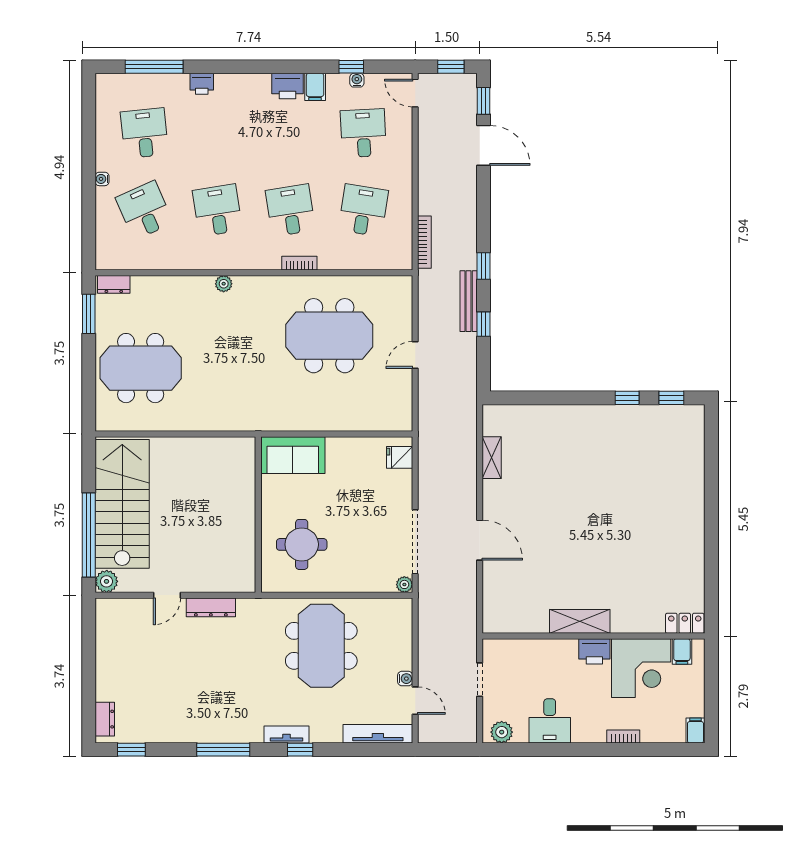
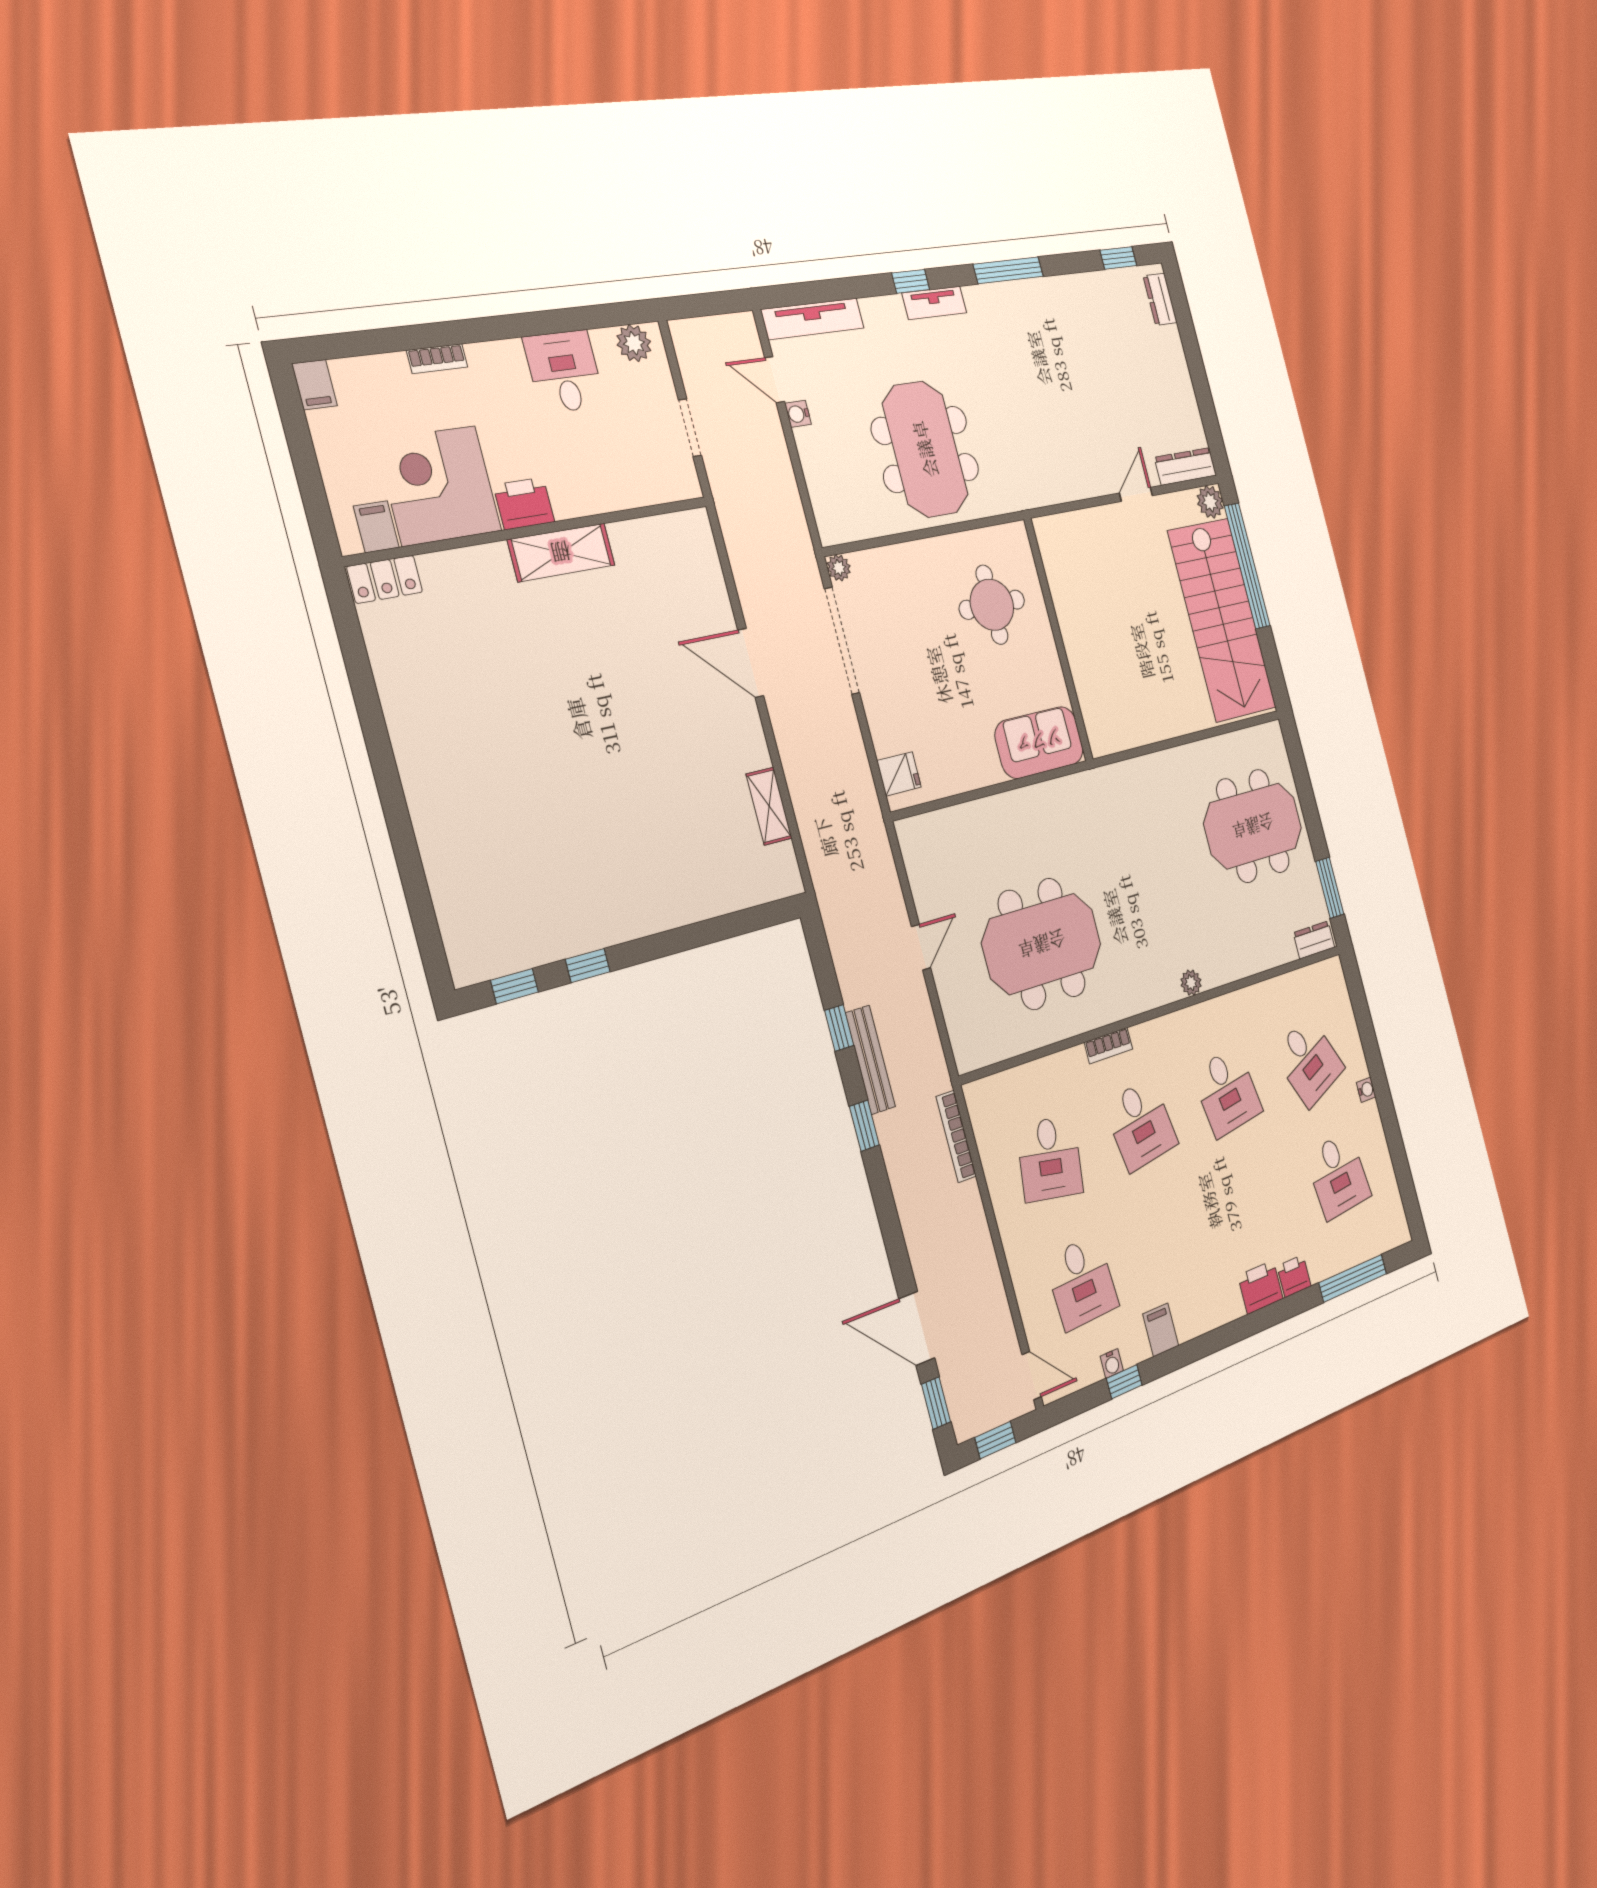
printer: (288, 86) -> (1260, 1287), moved
dresser: (211, 607) -> (1186, 466), moved

